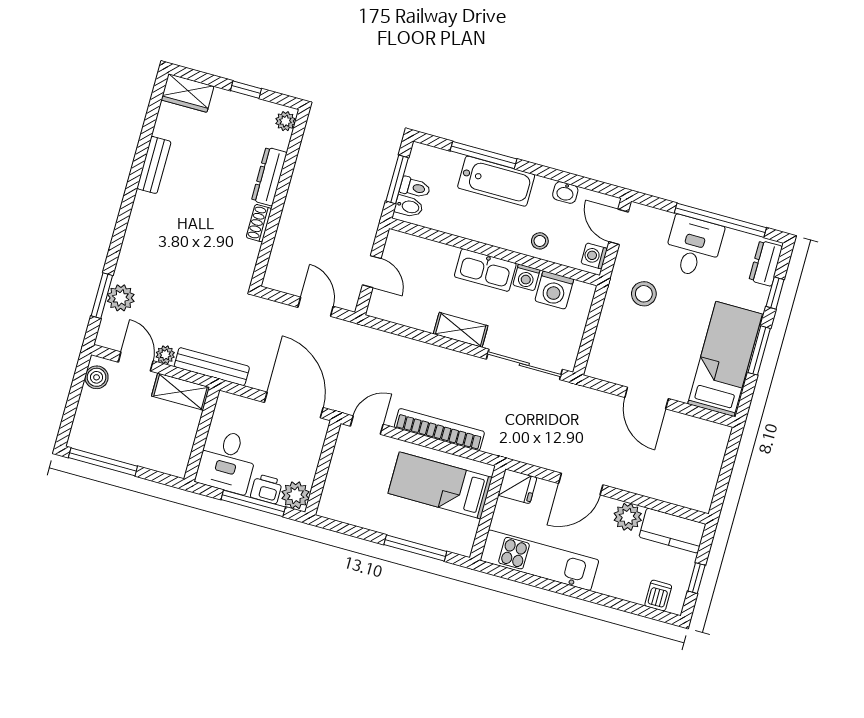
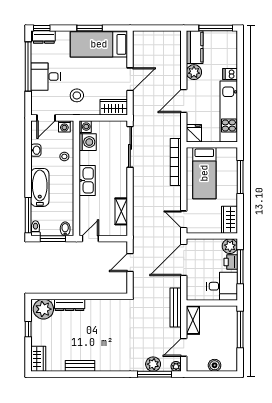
plant: (285, 121) -> (43, 309), width x1.88, depth x1.88
window: (483, 155) -> (28, 215), moved
toilet: (415, 188) -> (35, 228), moved
shoe rack: (259, 223) -> (95, 304), removed
door: (372, 272) -> (90, 239), moved
washing machine: (526, 277) -> (85, 127), moved
window: (775, 293) -> (42, 28), moved
window: (102, 296) -> (155, 374), width x1.44
shelving: (461, 330) -> (121, 211), moved
plant: (165, 355) -> (176, 366), moved
wardrobe: (604, 355) -> (114, 107), added
boiler: (97, 377) -> (215, 365), moved
bookcase: (439, 429) -> (176, 162), moved
window: (103, 462) -> (240, 330), moved
door: (581, 484) -> (184, 101), swing flipped
wardrobe: (343, 508) -> (230, 220), added
window: (696, 578) -> (216, 28), width x2.17
dishwasher: (658, 596) -> (230, 74), moved

